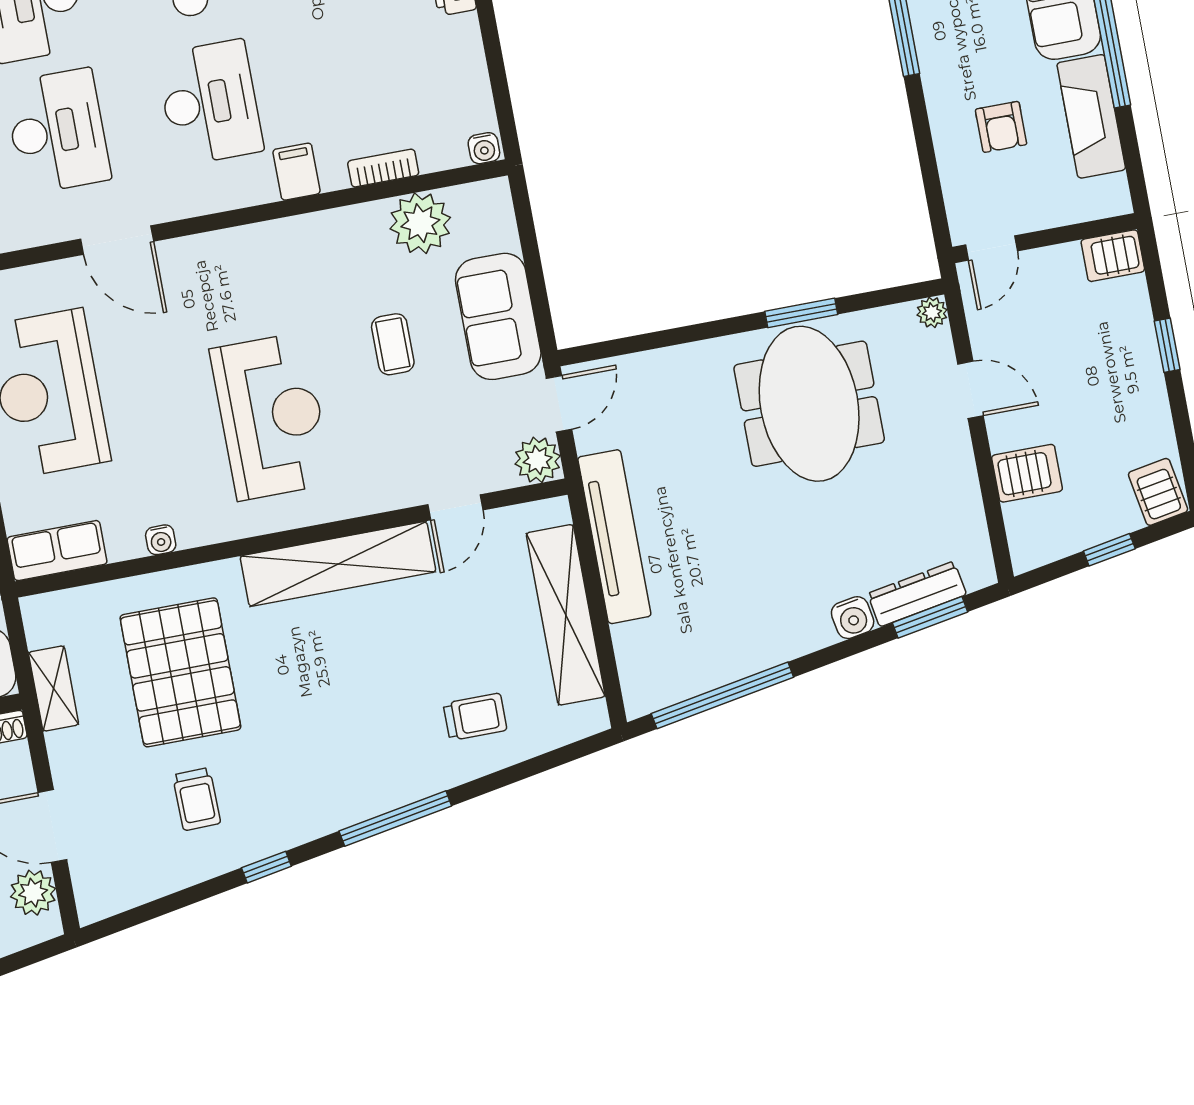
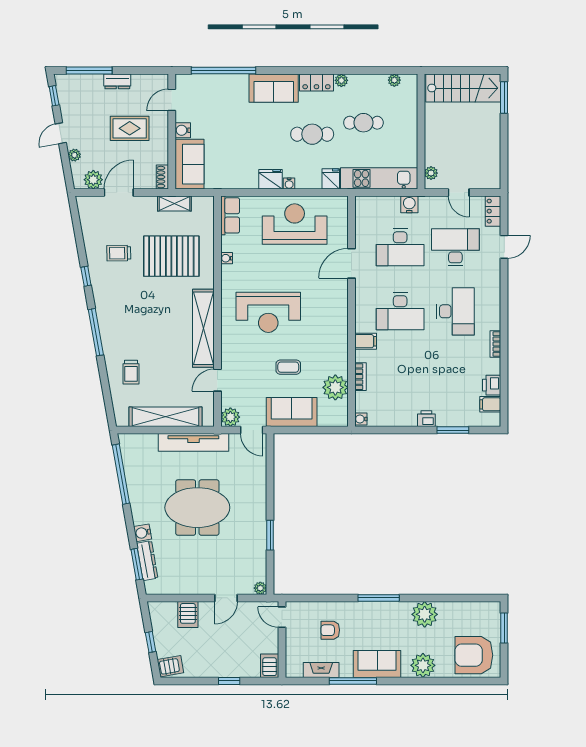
fireplace: (1091, 116) -> (321, 670), width x0.73, depth x0.76
meeting table: (809, 404) -> (197, 508), moved
door: (455, 507) -> (217, 380), hinge flipped

